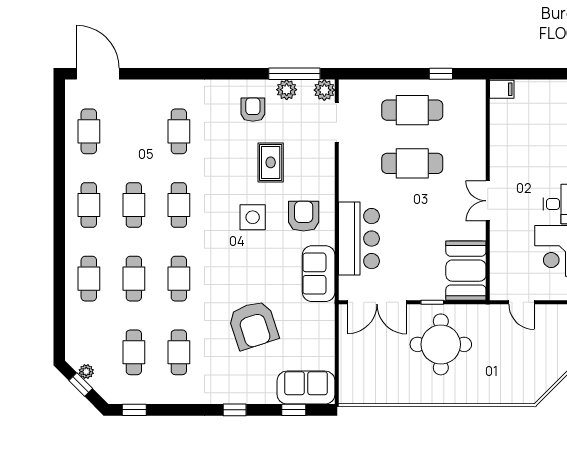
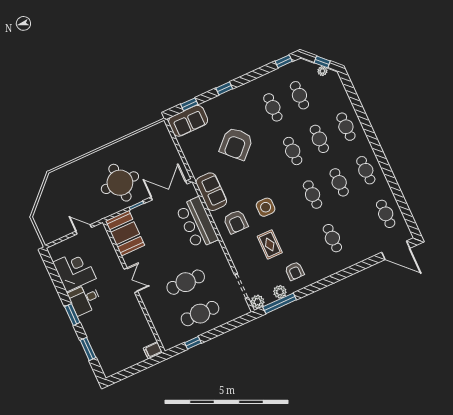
armchair: (253, 325) -> (236, 144), turned -117

